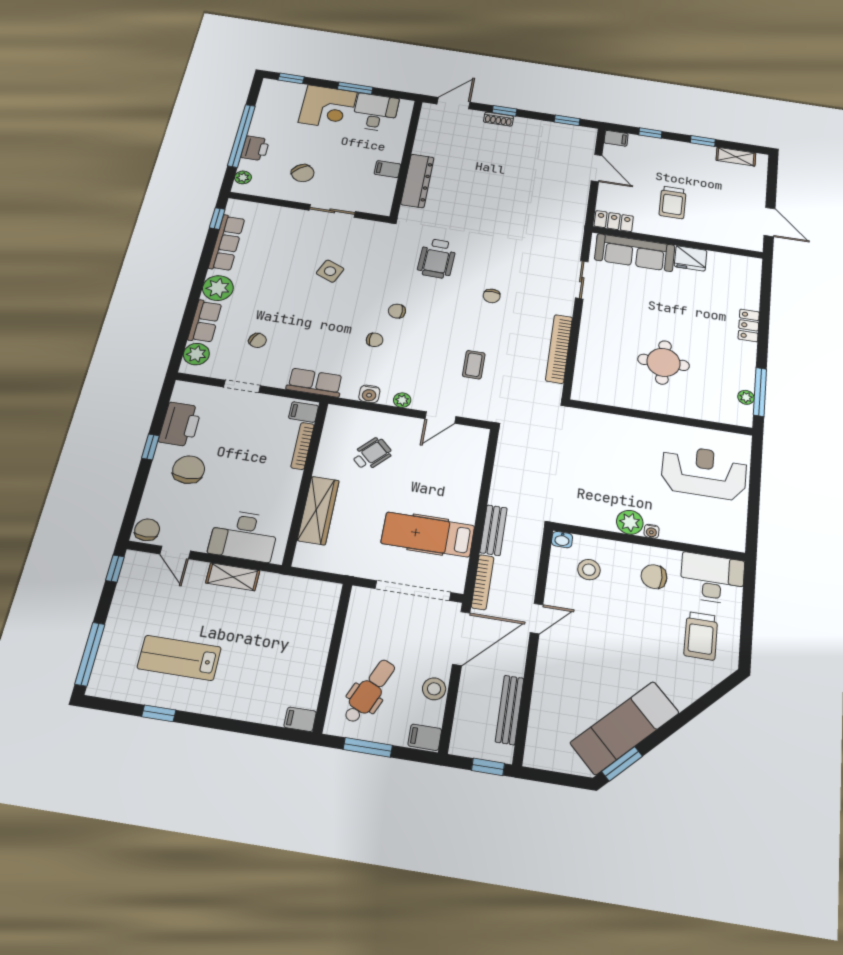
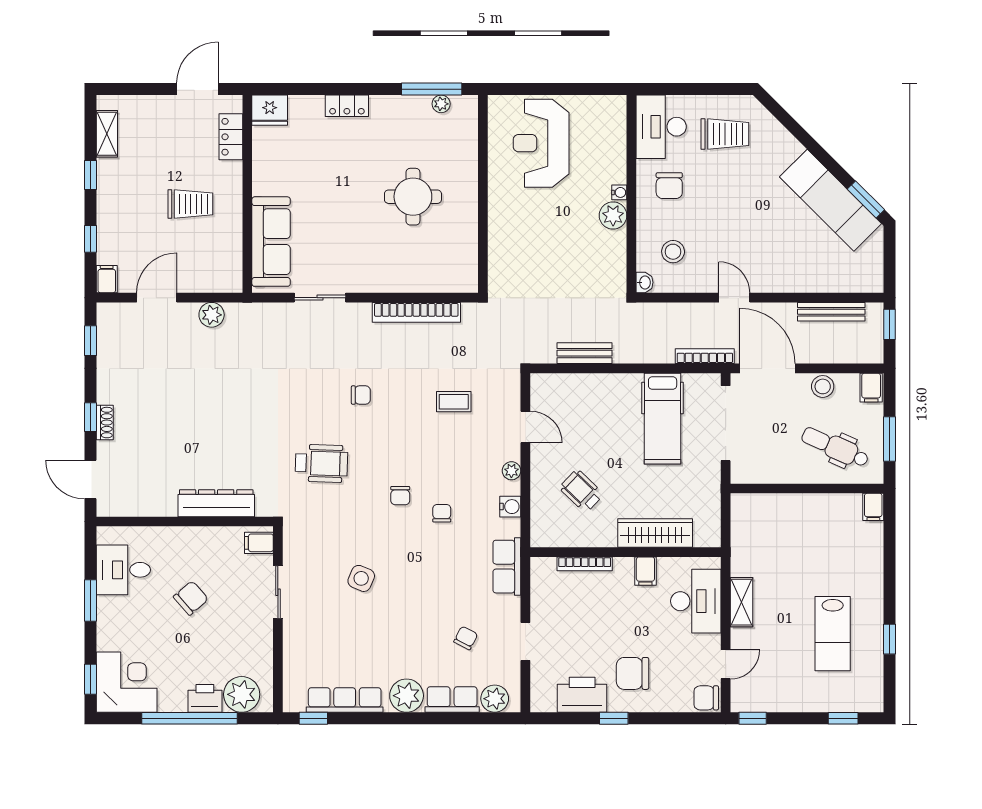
corner desk: (328, 107) -> (127, 682), moved
filing cabinet: (387, 169) -> (259, 543), moved, turned 90
chair: (303, 173) -> (191, 598), moved
plant: (243, 177) -> (242, 694), width x1.88, depth x1.88
plant: (577, 202) -> (212, 315), added
locker: (614, 221) -> (231, 137), moved
fridge: (691, 258) -> (270, 110), moved, turned 90
filing cabinet: (304, 412) -> (645, 571), moved
bench: (494, 530) -> (585, 353), moved
window: (90, 654) -> (843, 718), width x0.46

